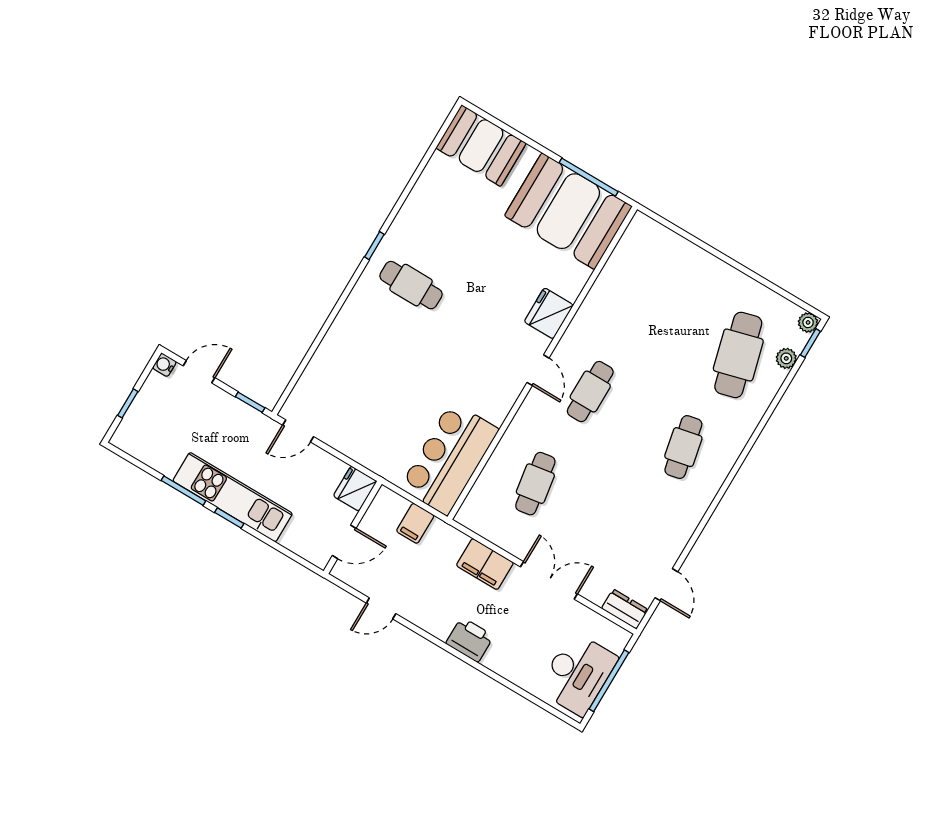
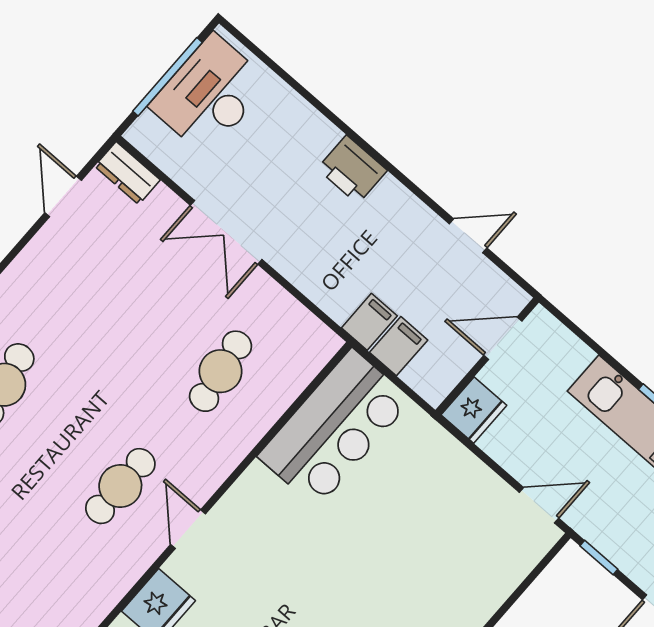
filing cabinet: (485, 564) -> (369, 322), moved, width x0.50

